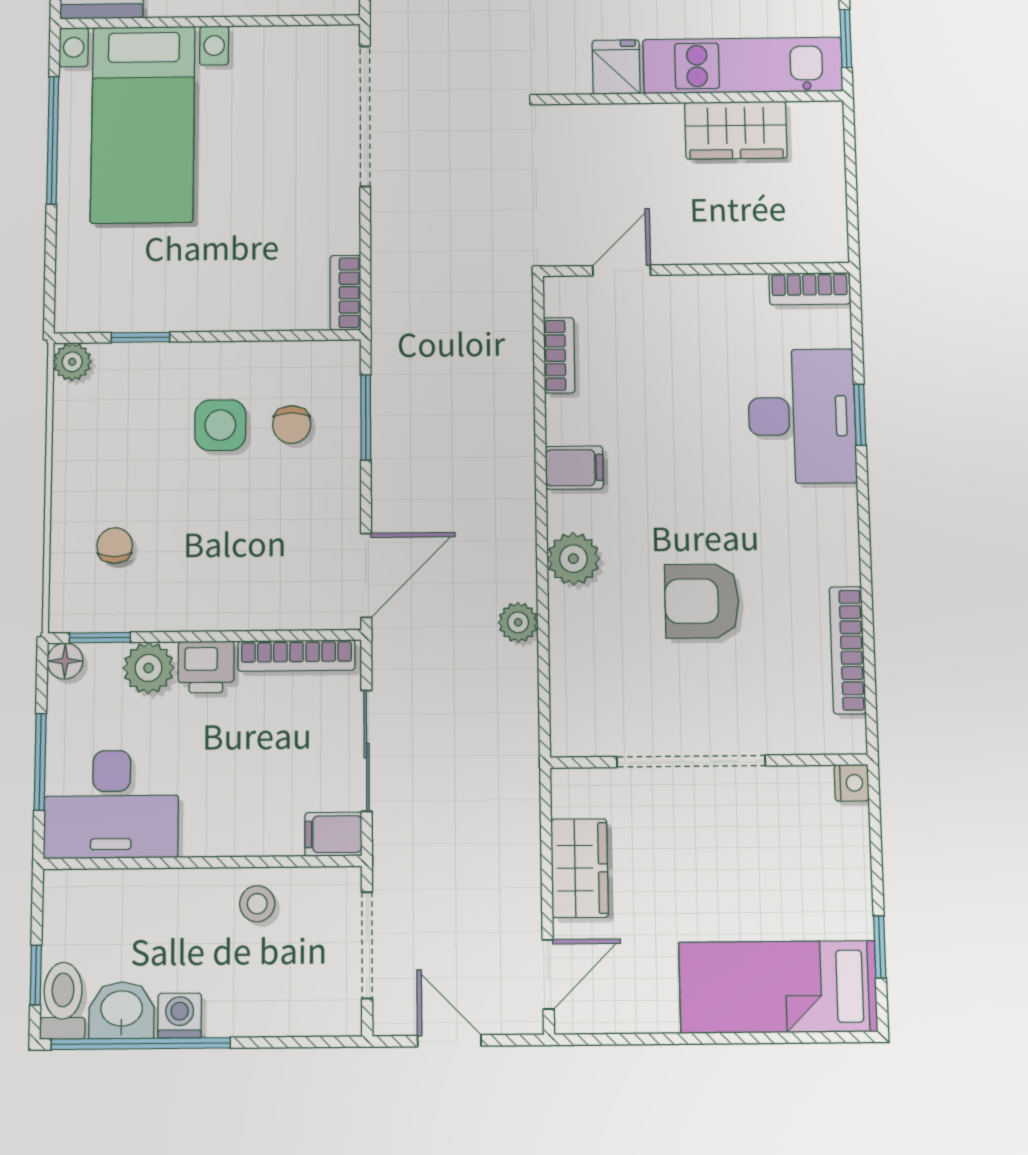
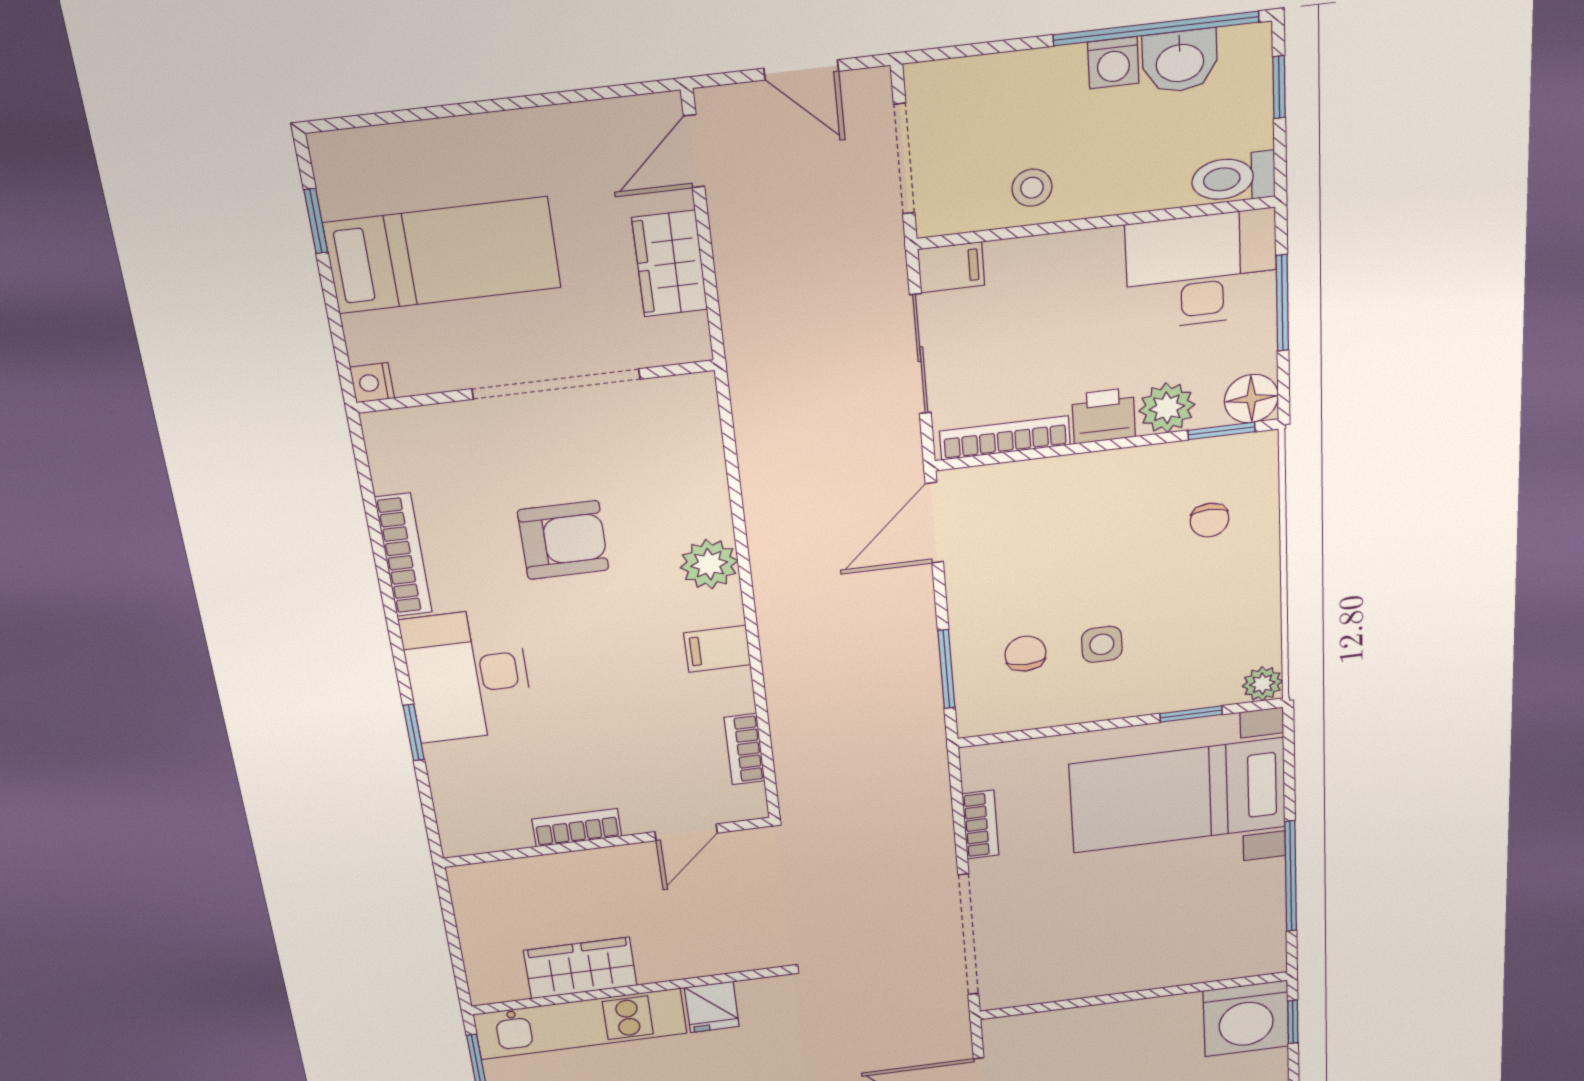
bed with nightstands: (143, 124) -> (1178, 796), moved, turned -90
bookcase: (809, 289) -> (577, 828), moved
bookcase: (345, 293) -> (980, 825), moved
desk: (802, 416) -> (468, 675), moved
side table: (220, 425) -> (1102, 644), width x0.73, depth x0.73
plant: (518, 622) -> (764, 497), removed
bookcase: (848, 650) -> (404, 555), moved
floor lamp: (65, 661) -> (1251, 399), width x1.37, depth x1.37
bed: (778, 987) -> (443, 255), moved
toilet: (63, 1001) -> (1233, 178), moved, turned 90

